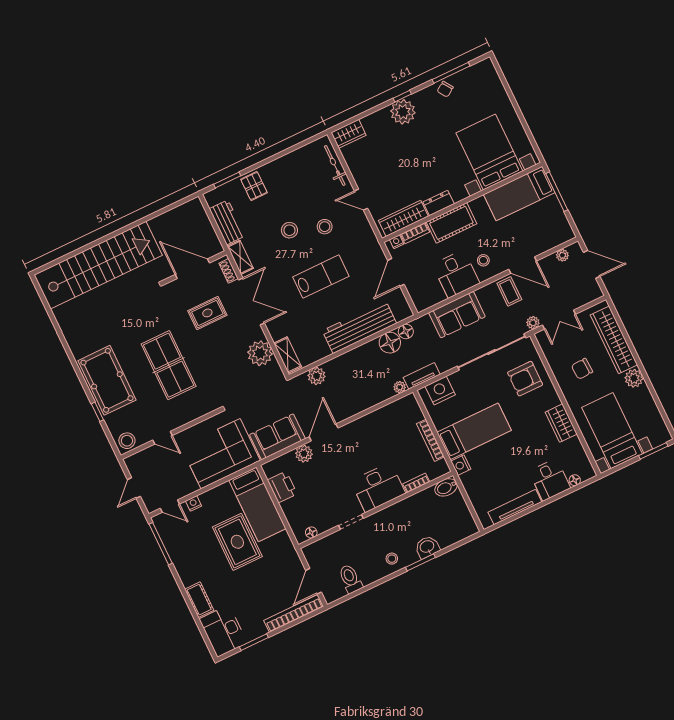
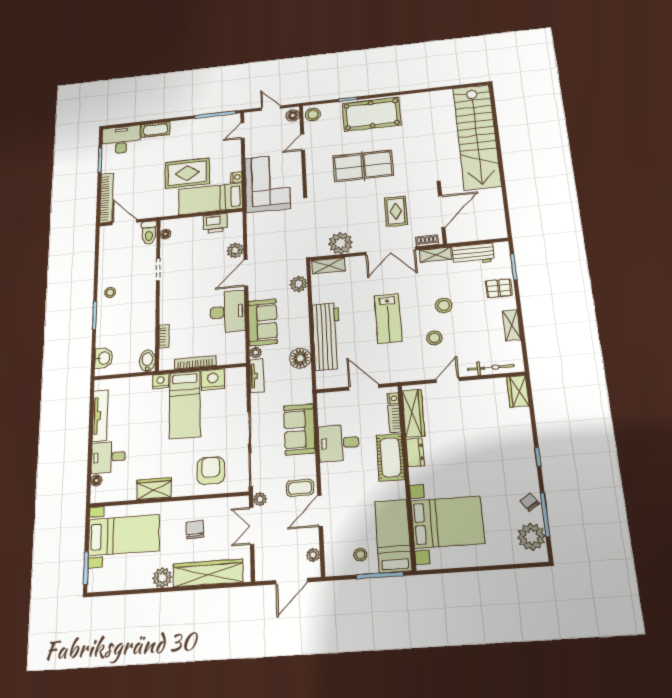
plant: (403, 112) -> (531, 537), moved
shelving: (287, 161) -> (512, 325), added
stool: (483, 260) -> (360, 555), moved
floor lamp: (406, 331) -> (293, 115), moved
nightstand: (440, 390) -> (213, 380), moved, turned -90
door: (324, 432) -> (246, 273), swing flipped
sofa: (277, 437) -> (263, 322), moved
desk: (378, 487) -> (228, 312), moved, turned 180
nightstand: (194, 503) -> (236, 177), moved
washbasin: (427, 547) -> (104, 358), moved
toilet: (350, 579) -> (149, 233), moved, turned 90

